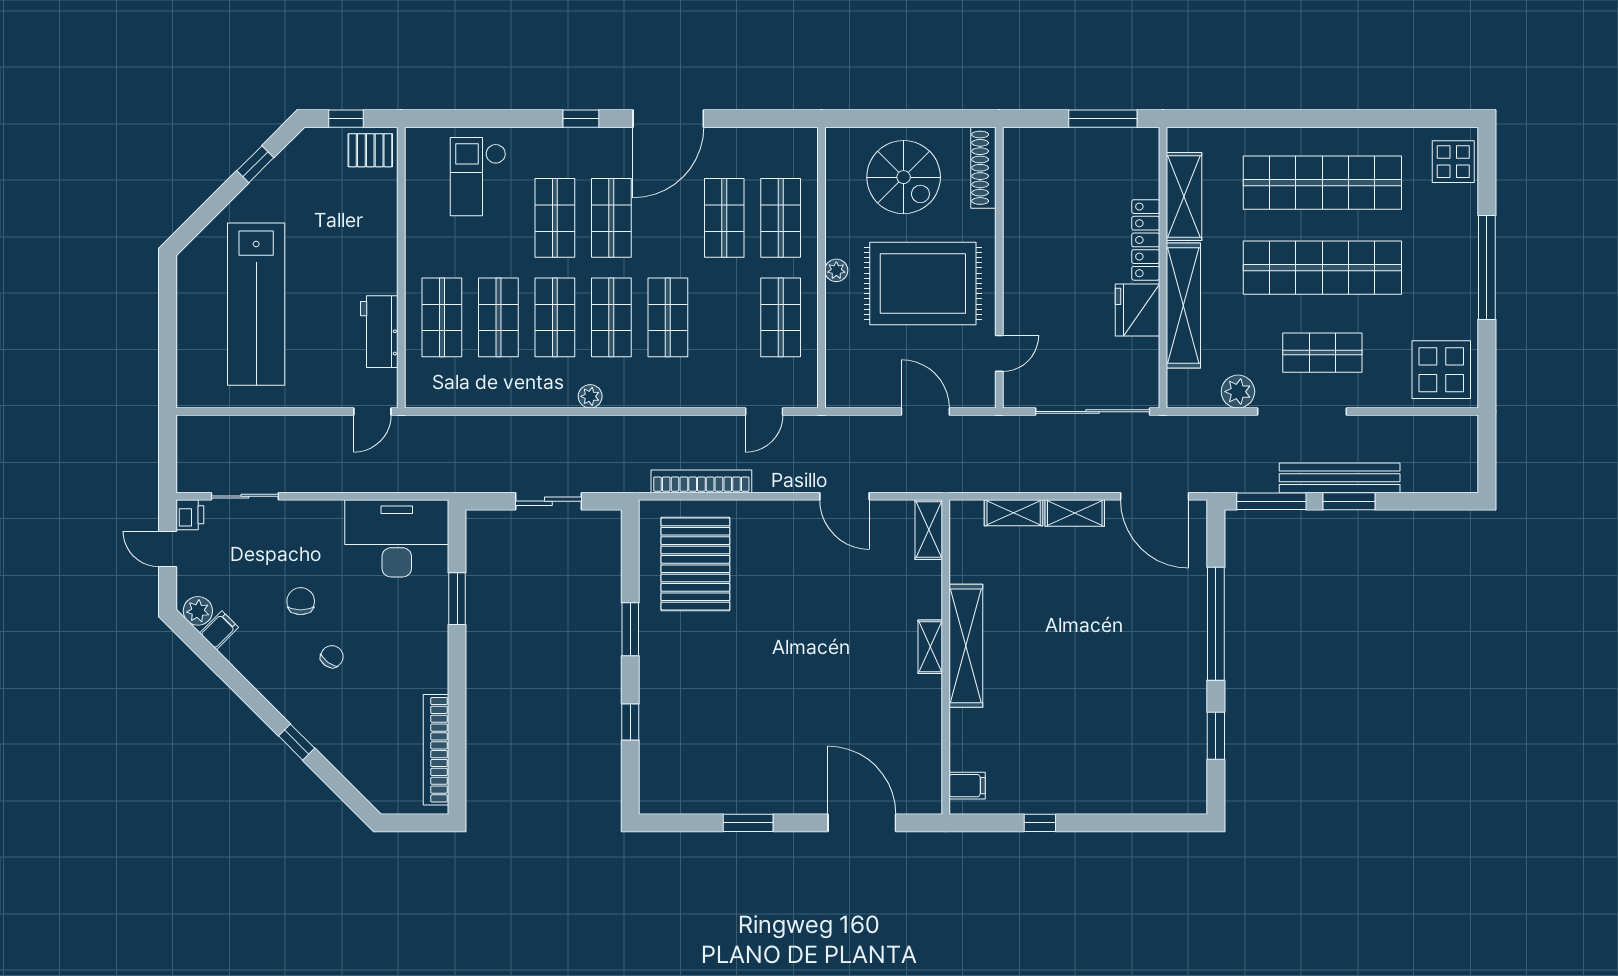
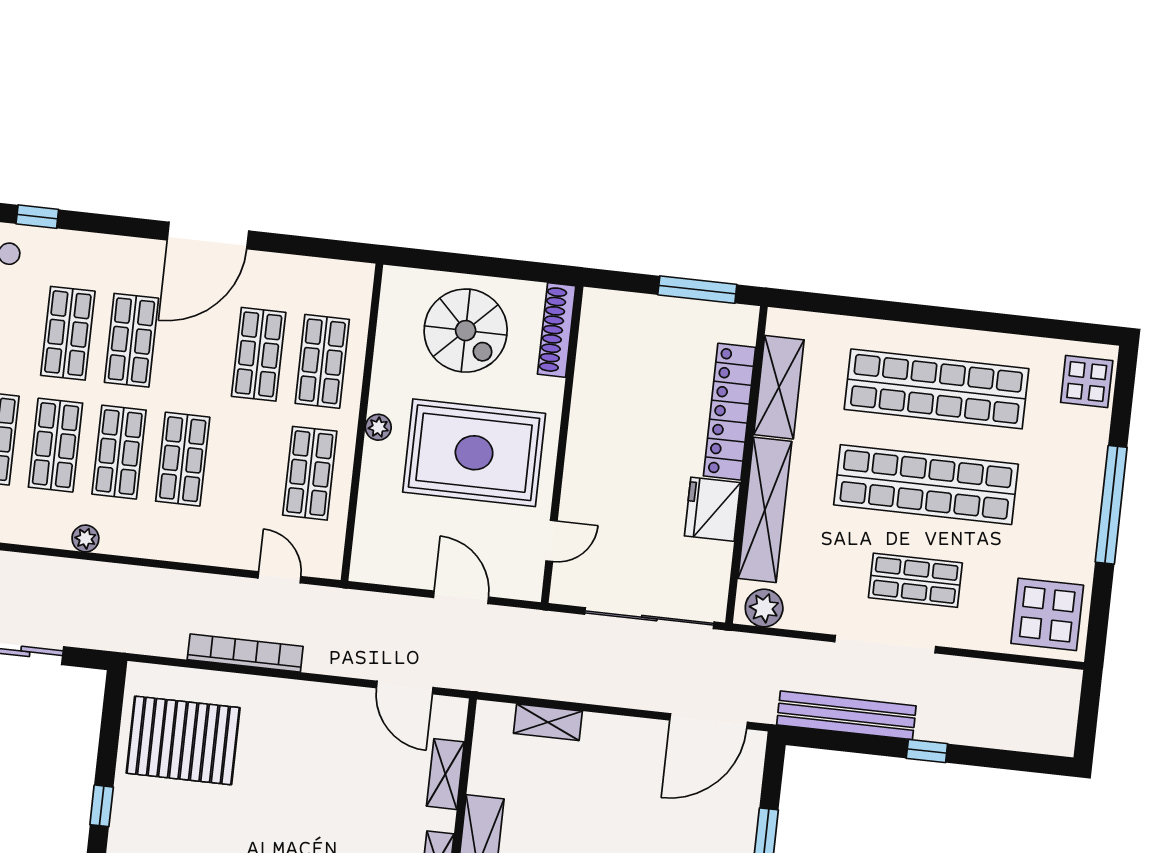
window: (581, 119) -> (37, 217), moved
locker: (1146, 240) -> (729, 412), width x1.41, depth x1.21
plant: (1238, 392) -> (764, 608), moved
door: (764, 412) -> (279, 577), swing flipped
bench: (1340, 478) -> (846, 715), moved
bookcase: (701, 481) -> (245, 653), moved
door: (844, 496) -> (405, 688), moved
door: (1155, 496) -> (709, 721), hinge flipped
window: (1271, 501) -> (840, 741), removed
window: (1349, 501) -> (927, 751), width x0.67
shelving: (1075, 513) -> (617, 730), removed
shelving: (929, 530) -> (445, 774), moved
pallet: (695, 564) -> (183, 740), turned 90
window: (630, 629) -> (102, 806), width x0.67

